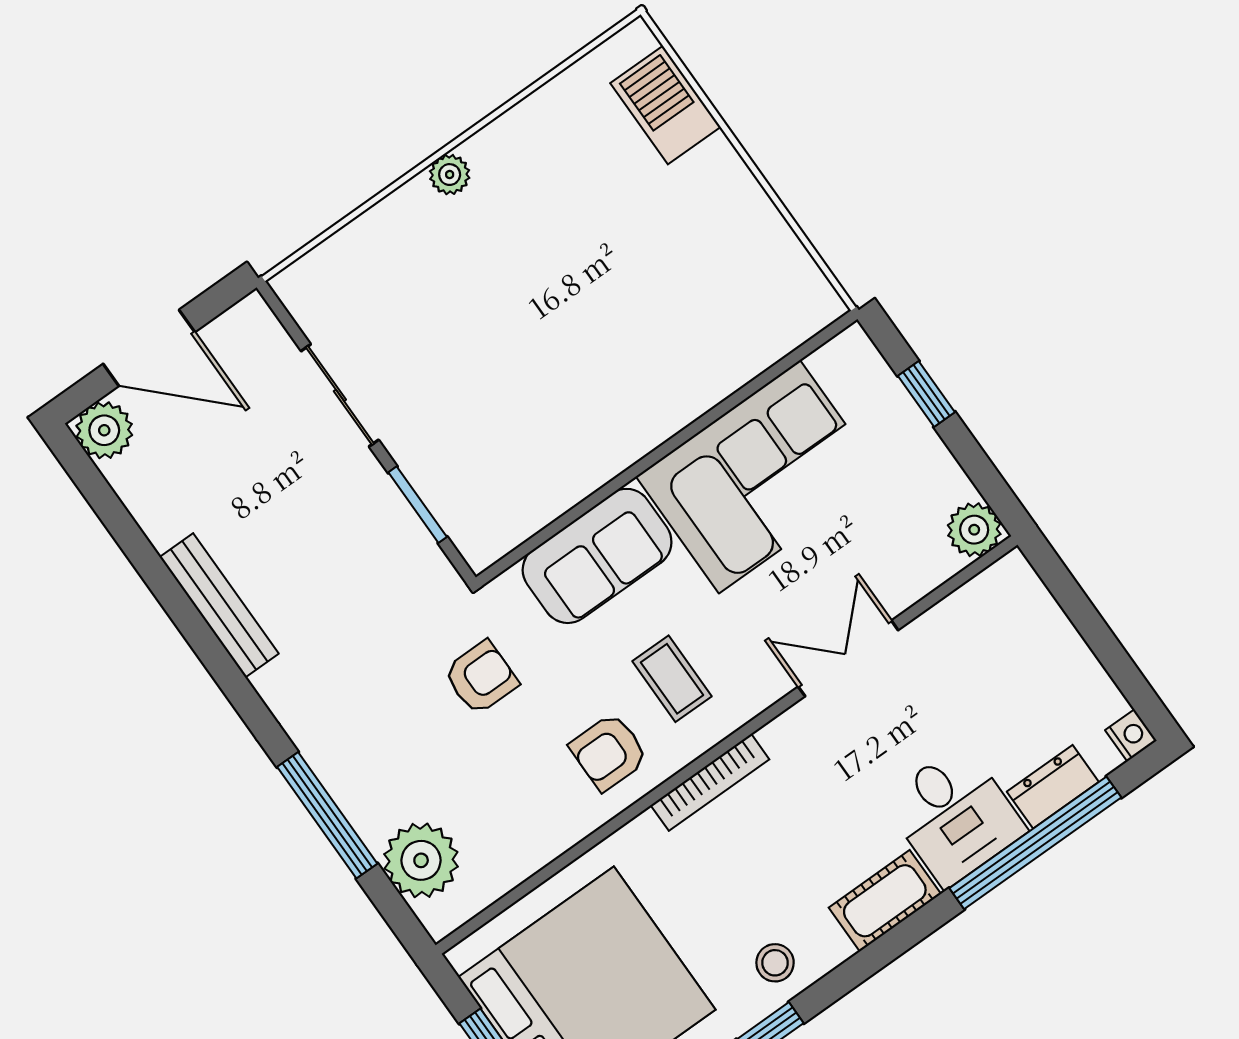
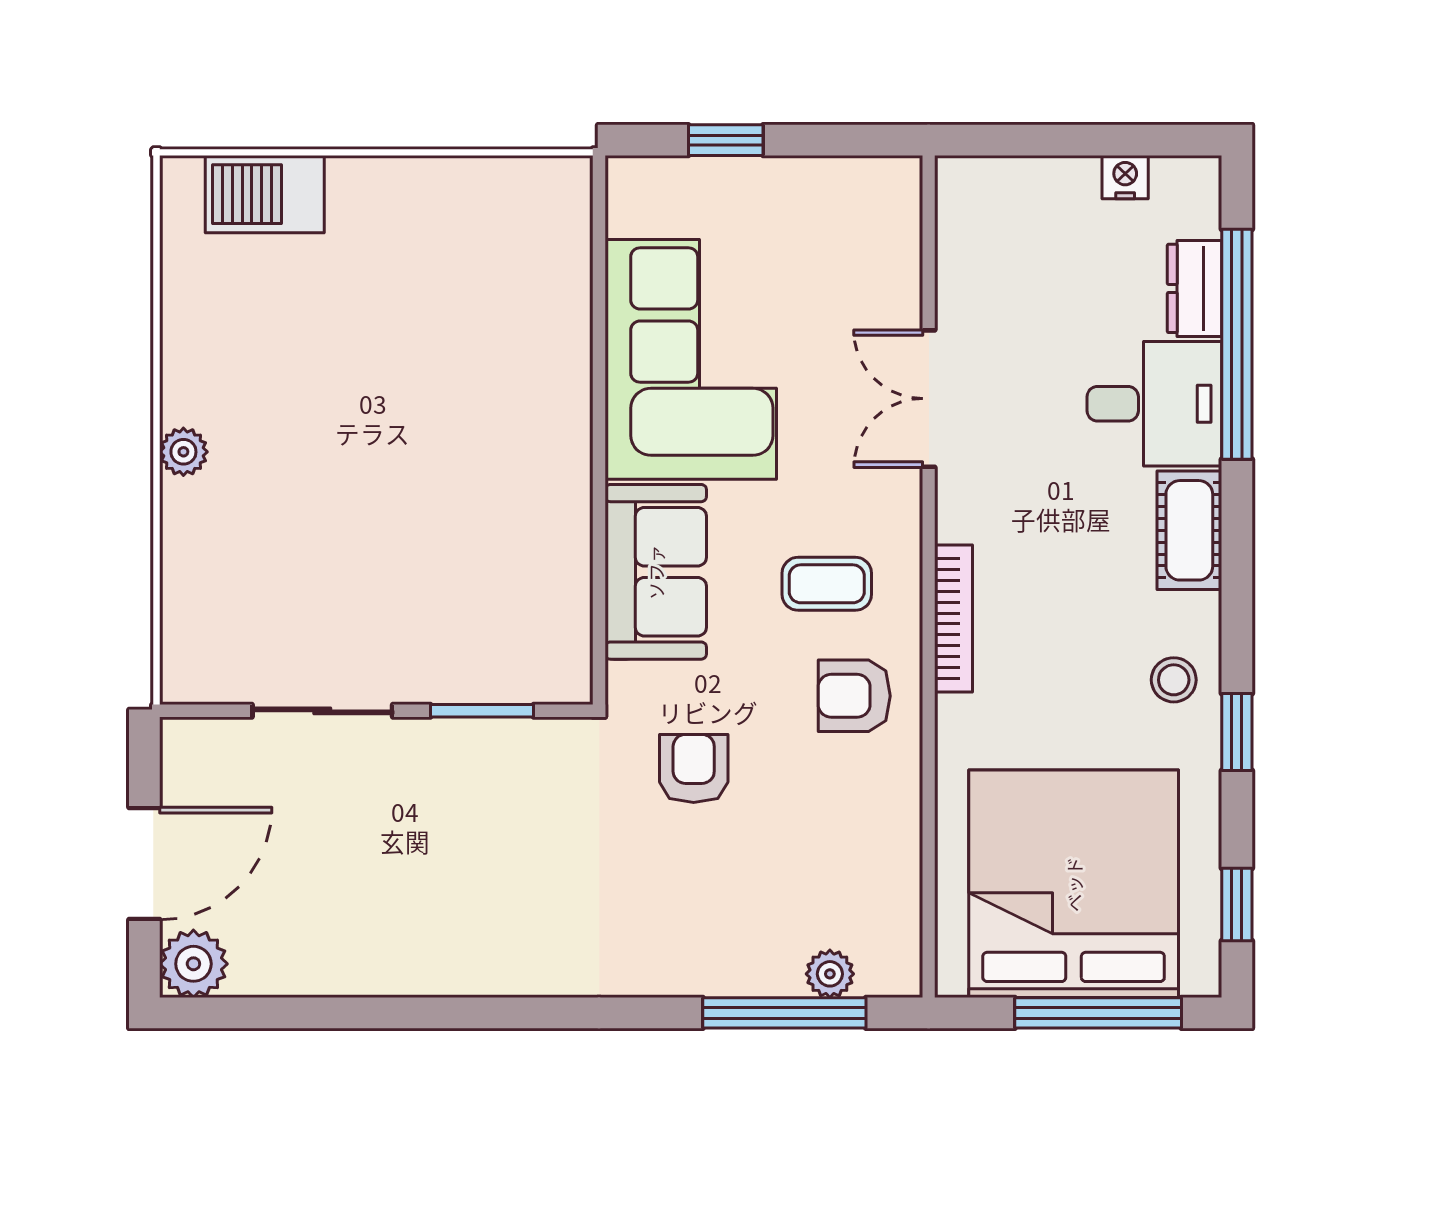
plant: (974, 530) -> (891, 187), removed
bench: (219, 605) -> (443, 973), removed
nightstand: (1131, 735) -> (1125, 177), moved
armchair: (609, 752) -> (854, 696), turned 90
window: (327, 815) -> (784, 1013), moved
plant: (421, 860) -> (830, 974), width x0.53, depth x0.53

